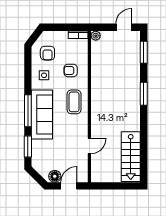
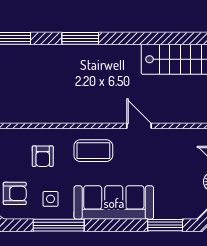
window: (28, 111) -> (59, 225), moved
door: (89, 146) -> (139, 126), moved

